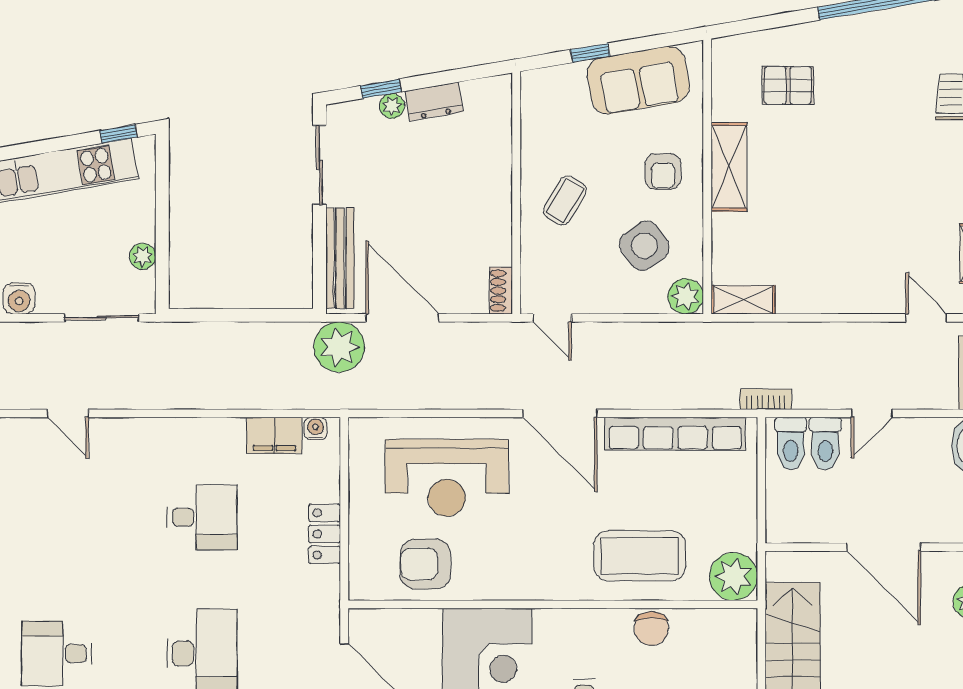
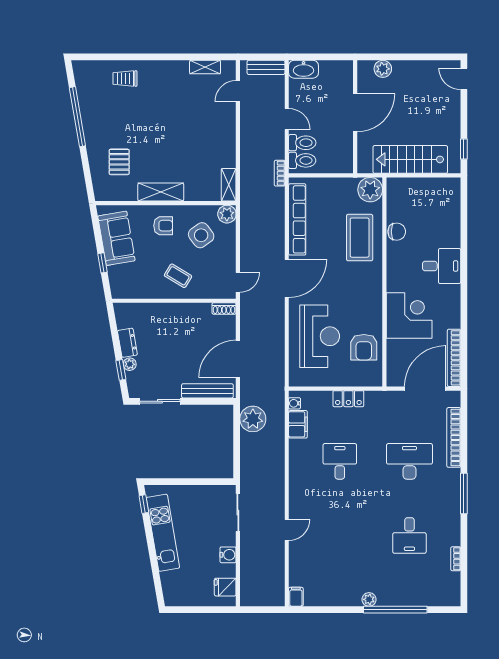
plant: (143, 256) -> (207, 492), removed
plant: (339, 347) -> (253, 419), moved

